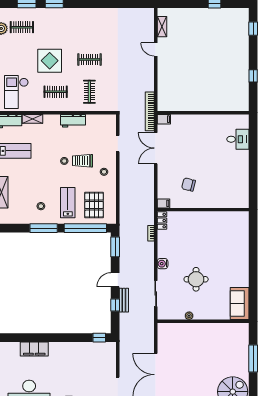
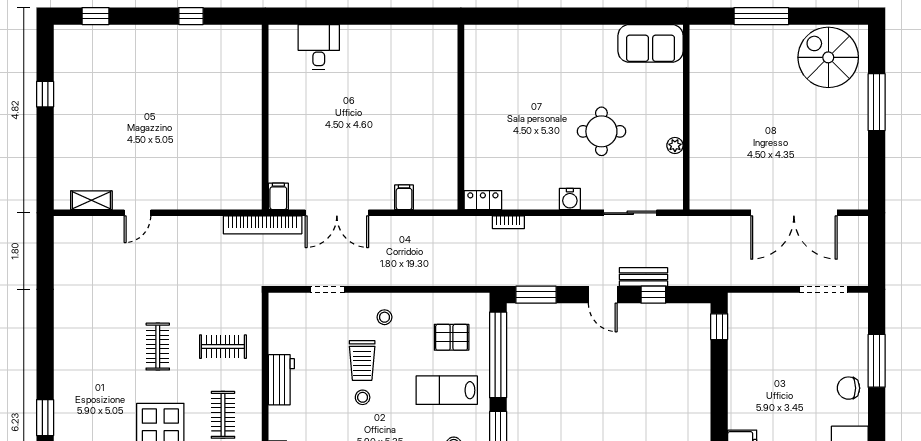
chair: (189, 185) -> (410, 147), removed
filing cabinet: (163, 203) -> (404, 197), moved
pallet: (94, 205) -> (452, 337), width x0.67, depth x0.71

